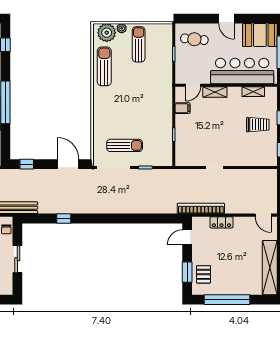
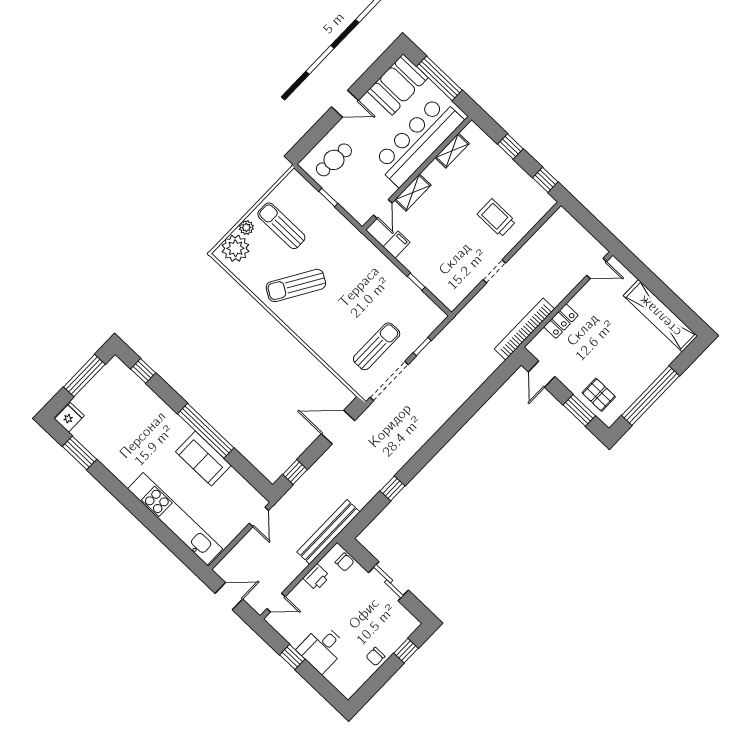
sun lounger: (104, 66) -> (296, 285), moved, turned -59
trolley: (258, 125) -> (496, 218), moved, turned -90

